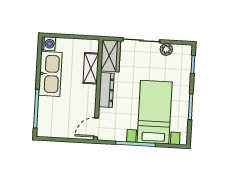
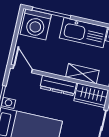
washing machine: (50, 122) -> (36, 24), added

